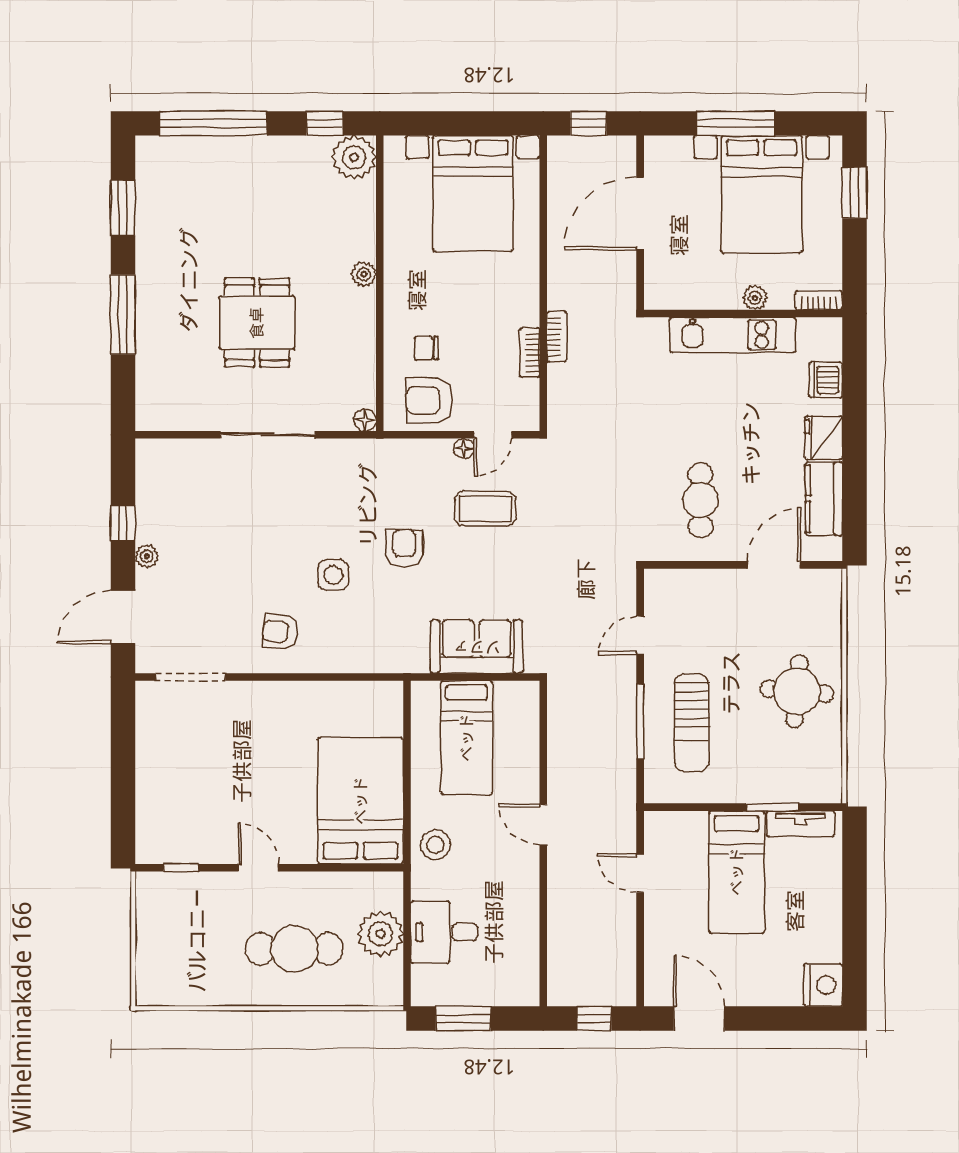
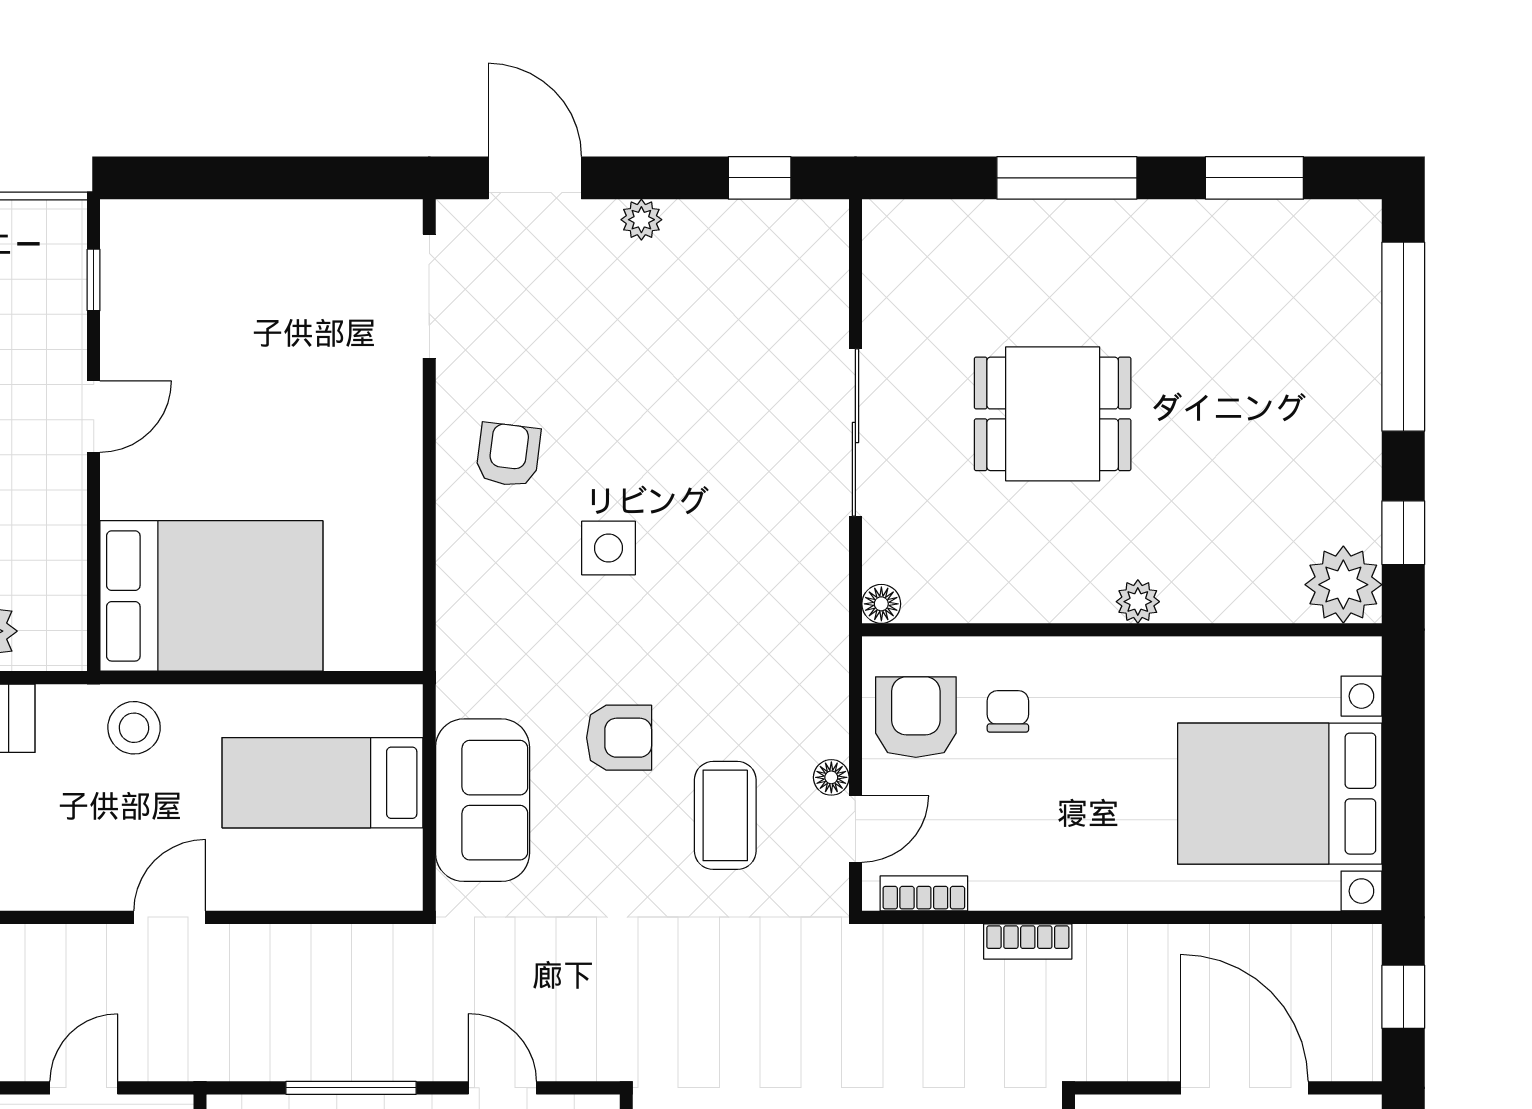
bookcase: (530, 353) -> (924, 893), moved
door: (493, 435) -> (855, 829), swing flipped
window: (123, 523) -> (760, 178), moved
armchair: (404, 548) -> (619, 738), moved

